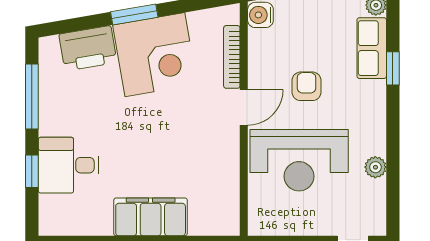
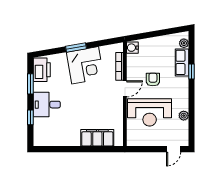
printer: (88, 48) -> (42, 70), moved, turned -80
window: (32, 96) -> (30, 84), width x0.69
desk: (69, 165) -> (47, 105), moved
filing cabinet: (151, 217) -> (97, 138), moved

